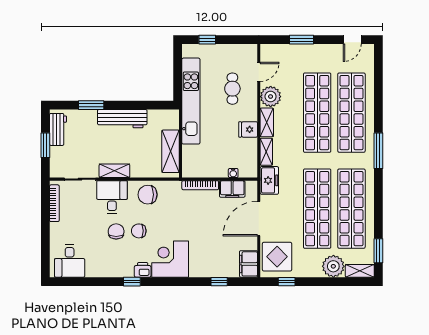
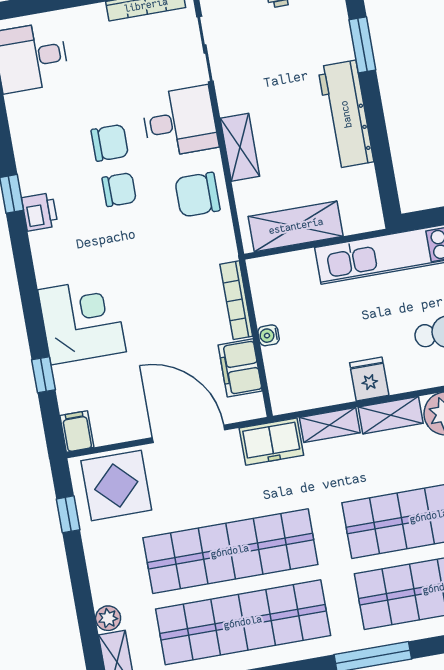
shelving: (114, 171) -> (240, 147), moved
water cooler: (233, 173) -> (269, 335), moved
chair: (148, 195) -> (197, 195), turned -90
chair: (139, 231) -> (119, 190), turned 90
corner desk: (170, 259) -> (82, 321), moved
filing cabinet: (248, 264) -> (77, 431), width x0.50
plant: (333, 266) -> (108, 618), width x0.53, depth x0.53

